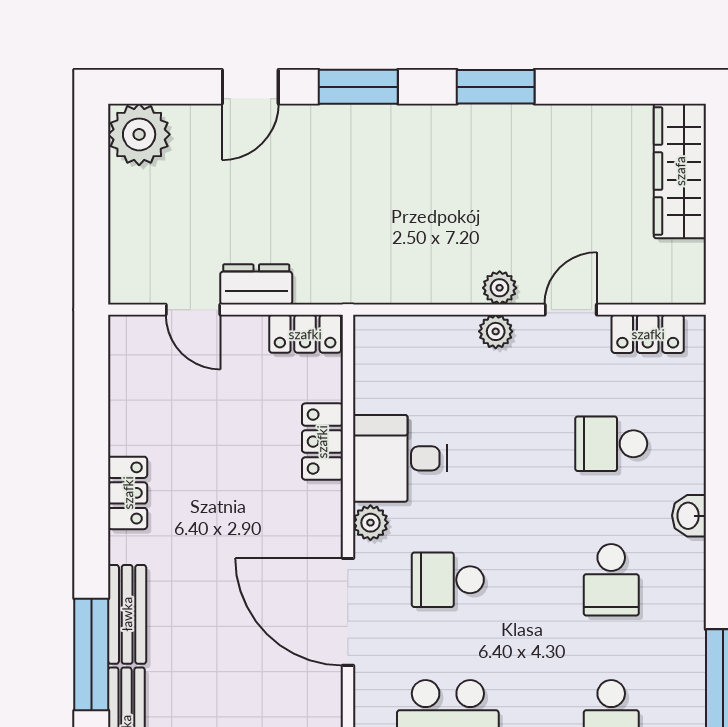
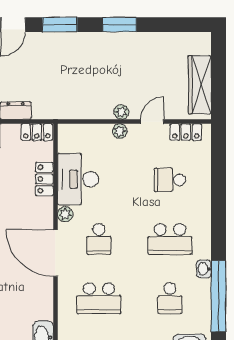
wardrobe: (680, 171) -> (200, 85), moved
desk: (400, 458) -> (78, 179), width x1.37
washbasin: (689, 516) -> (204, 269), moved
school desk: (448, 580) -> (99, 239), turned -90
school desk: (611, 580) -> (170, 239), width x1.85

